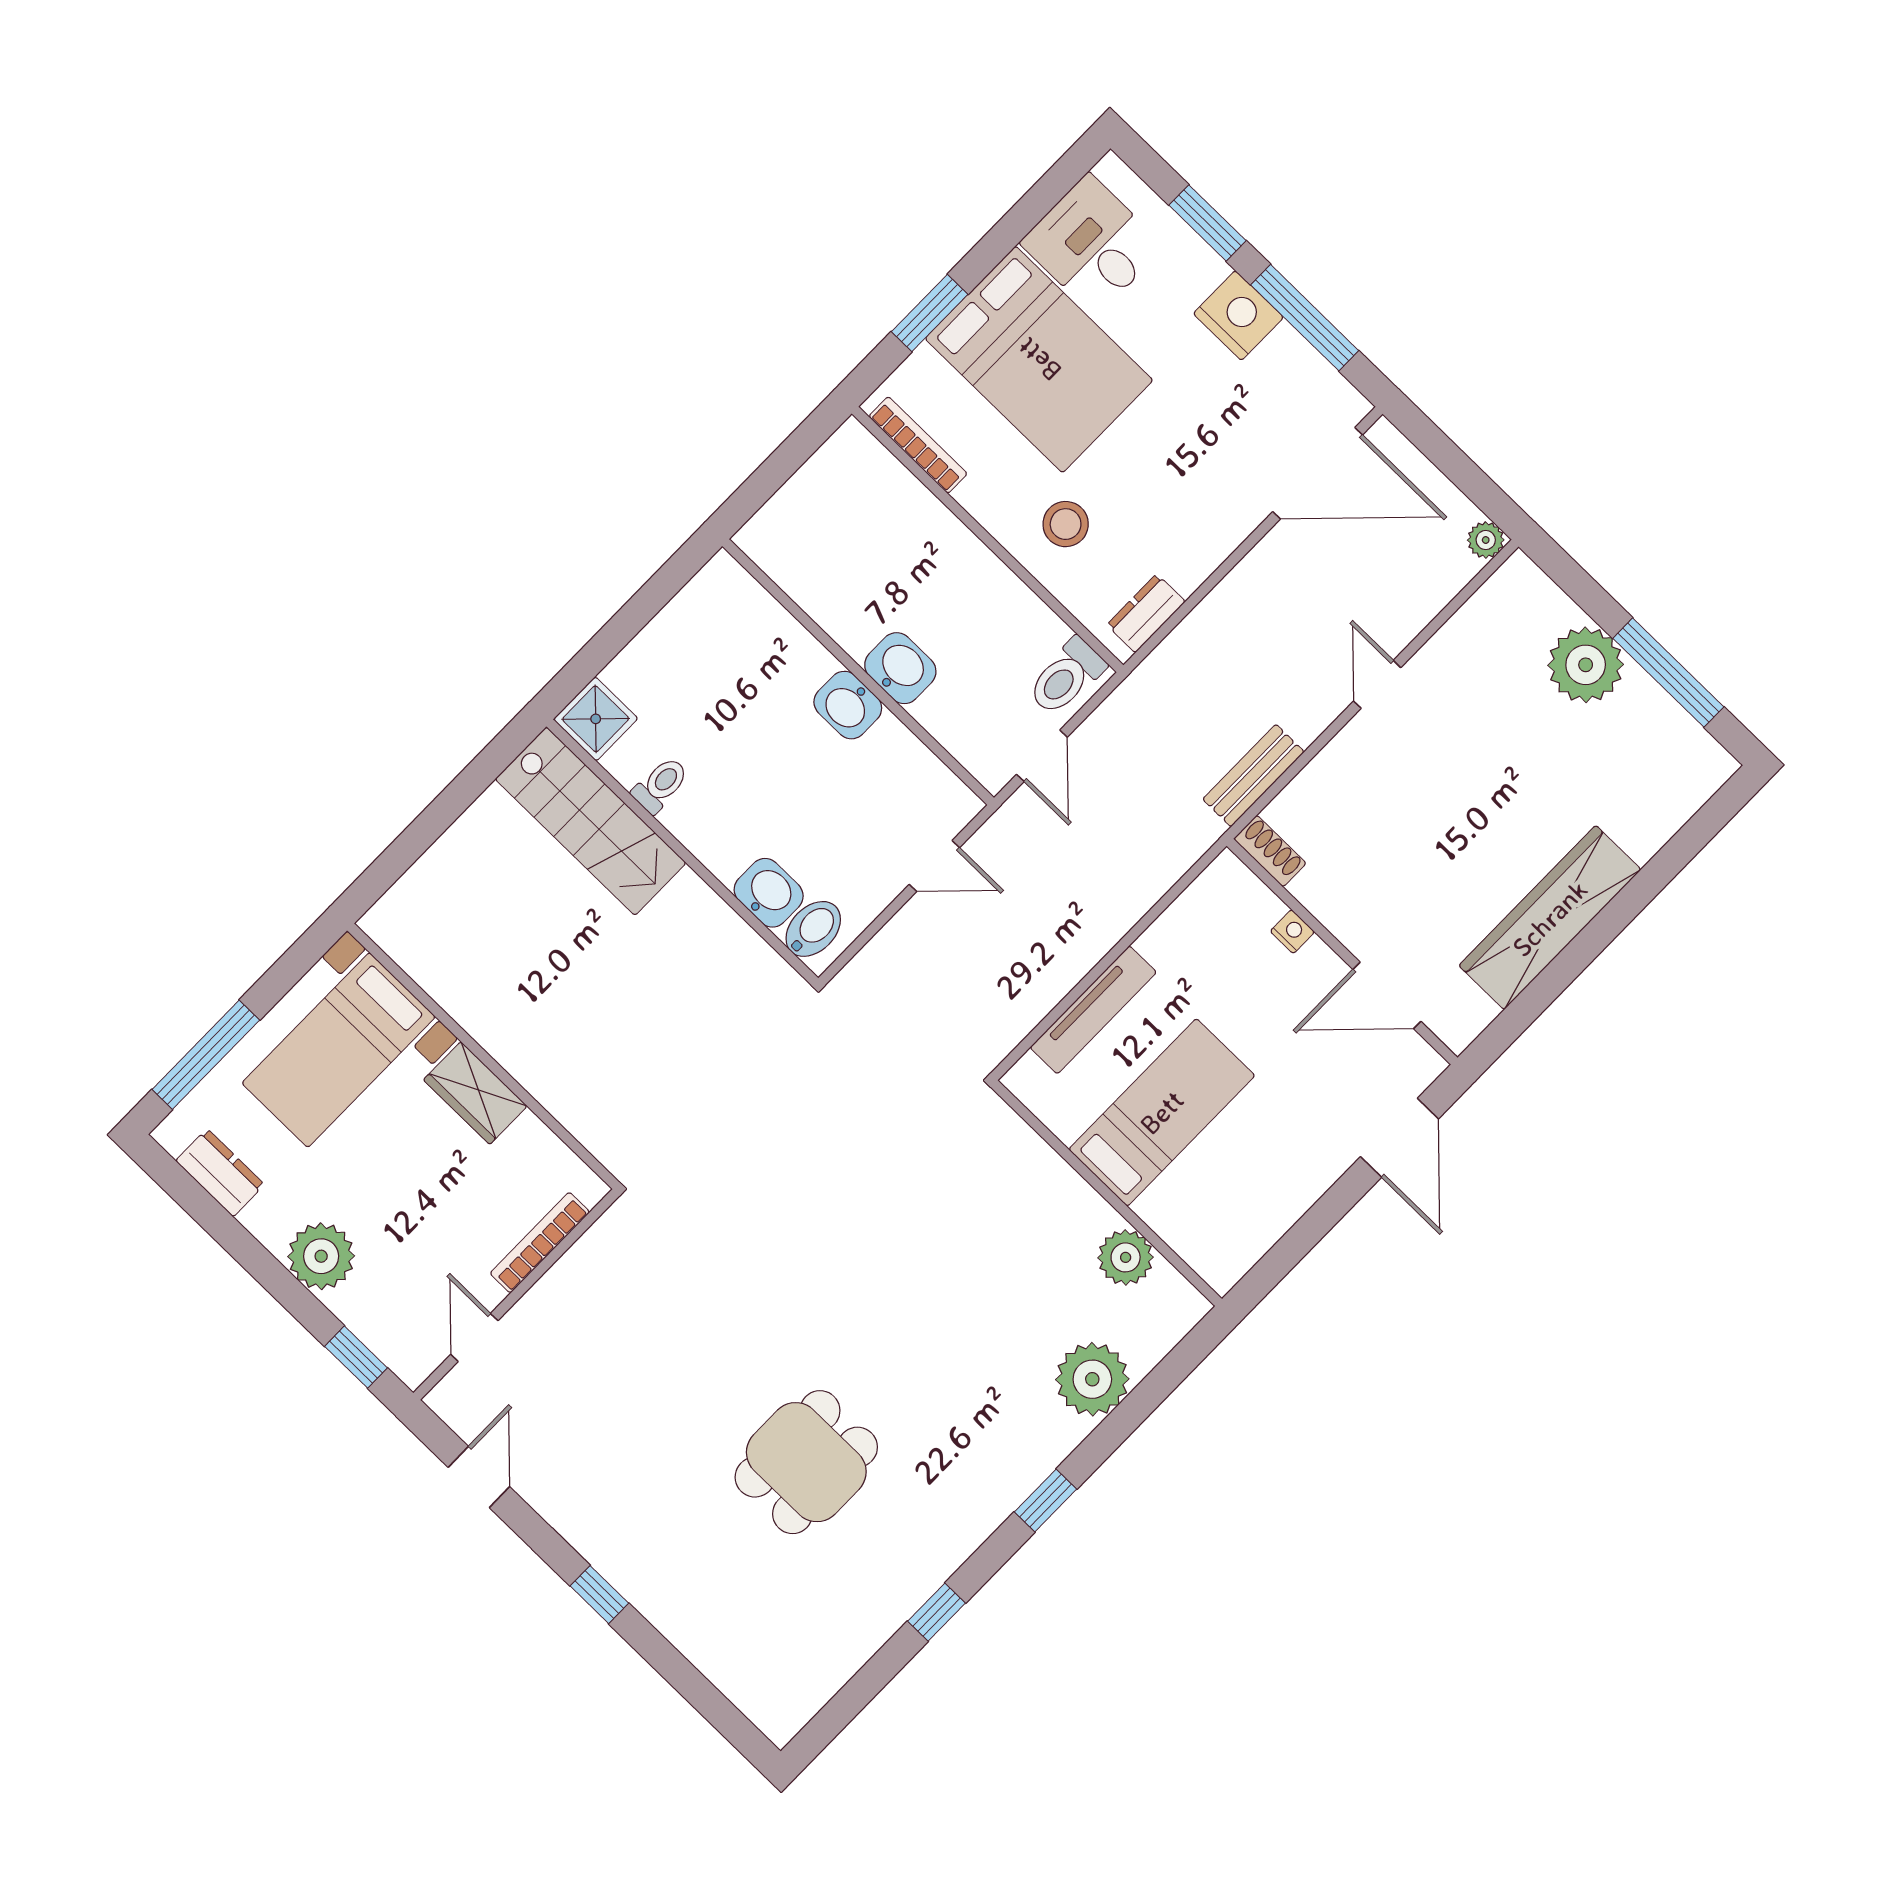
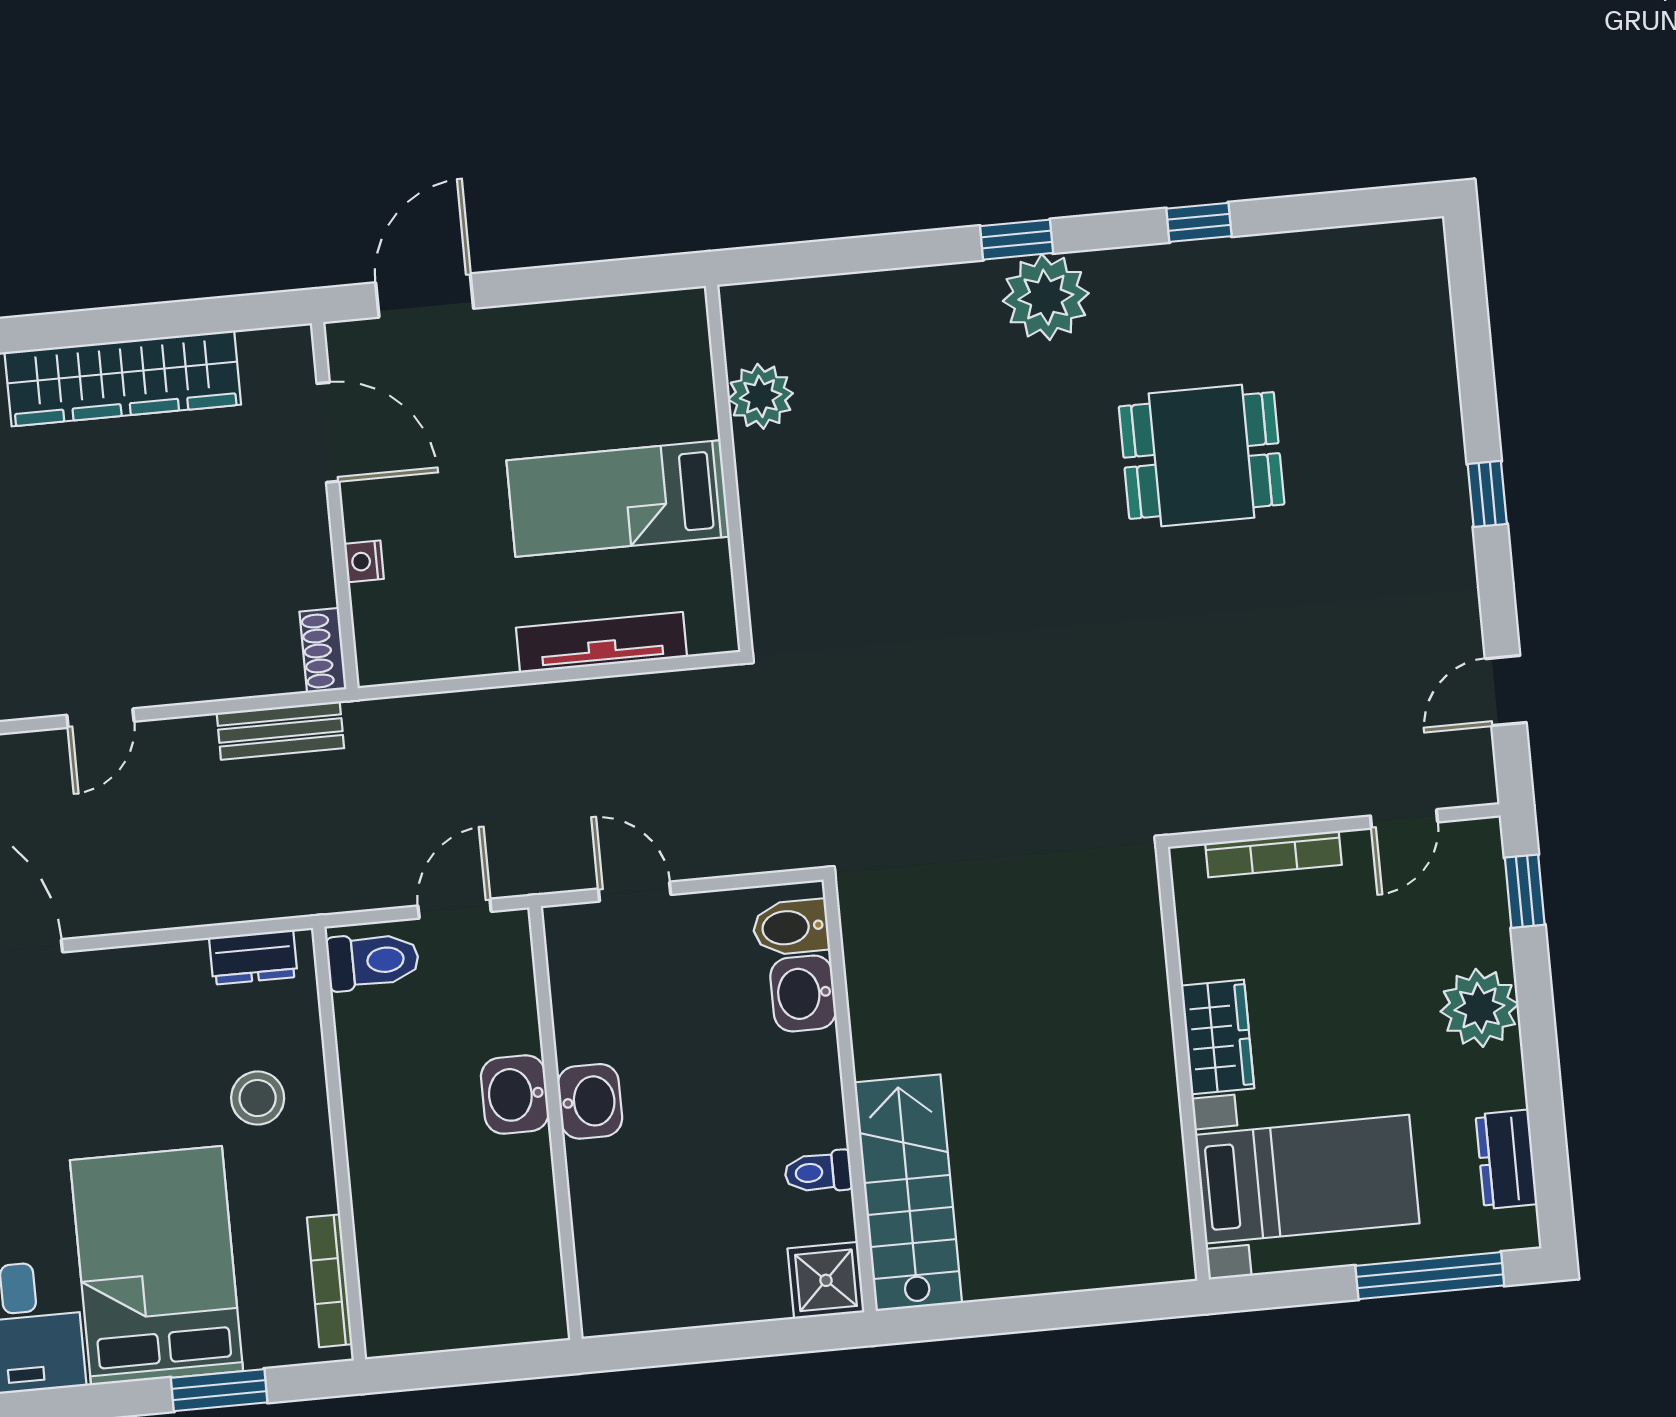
plant: (1092, 1379) -> (1046, 297), moved

